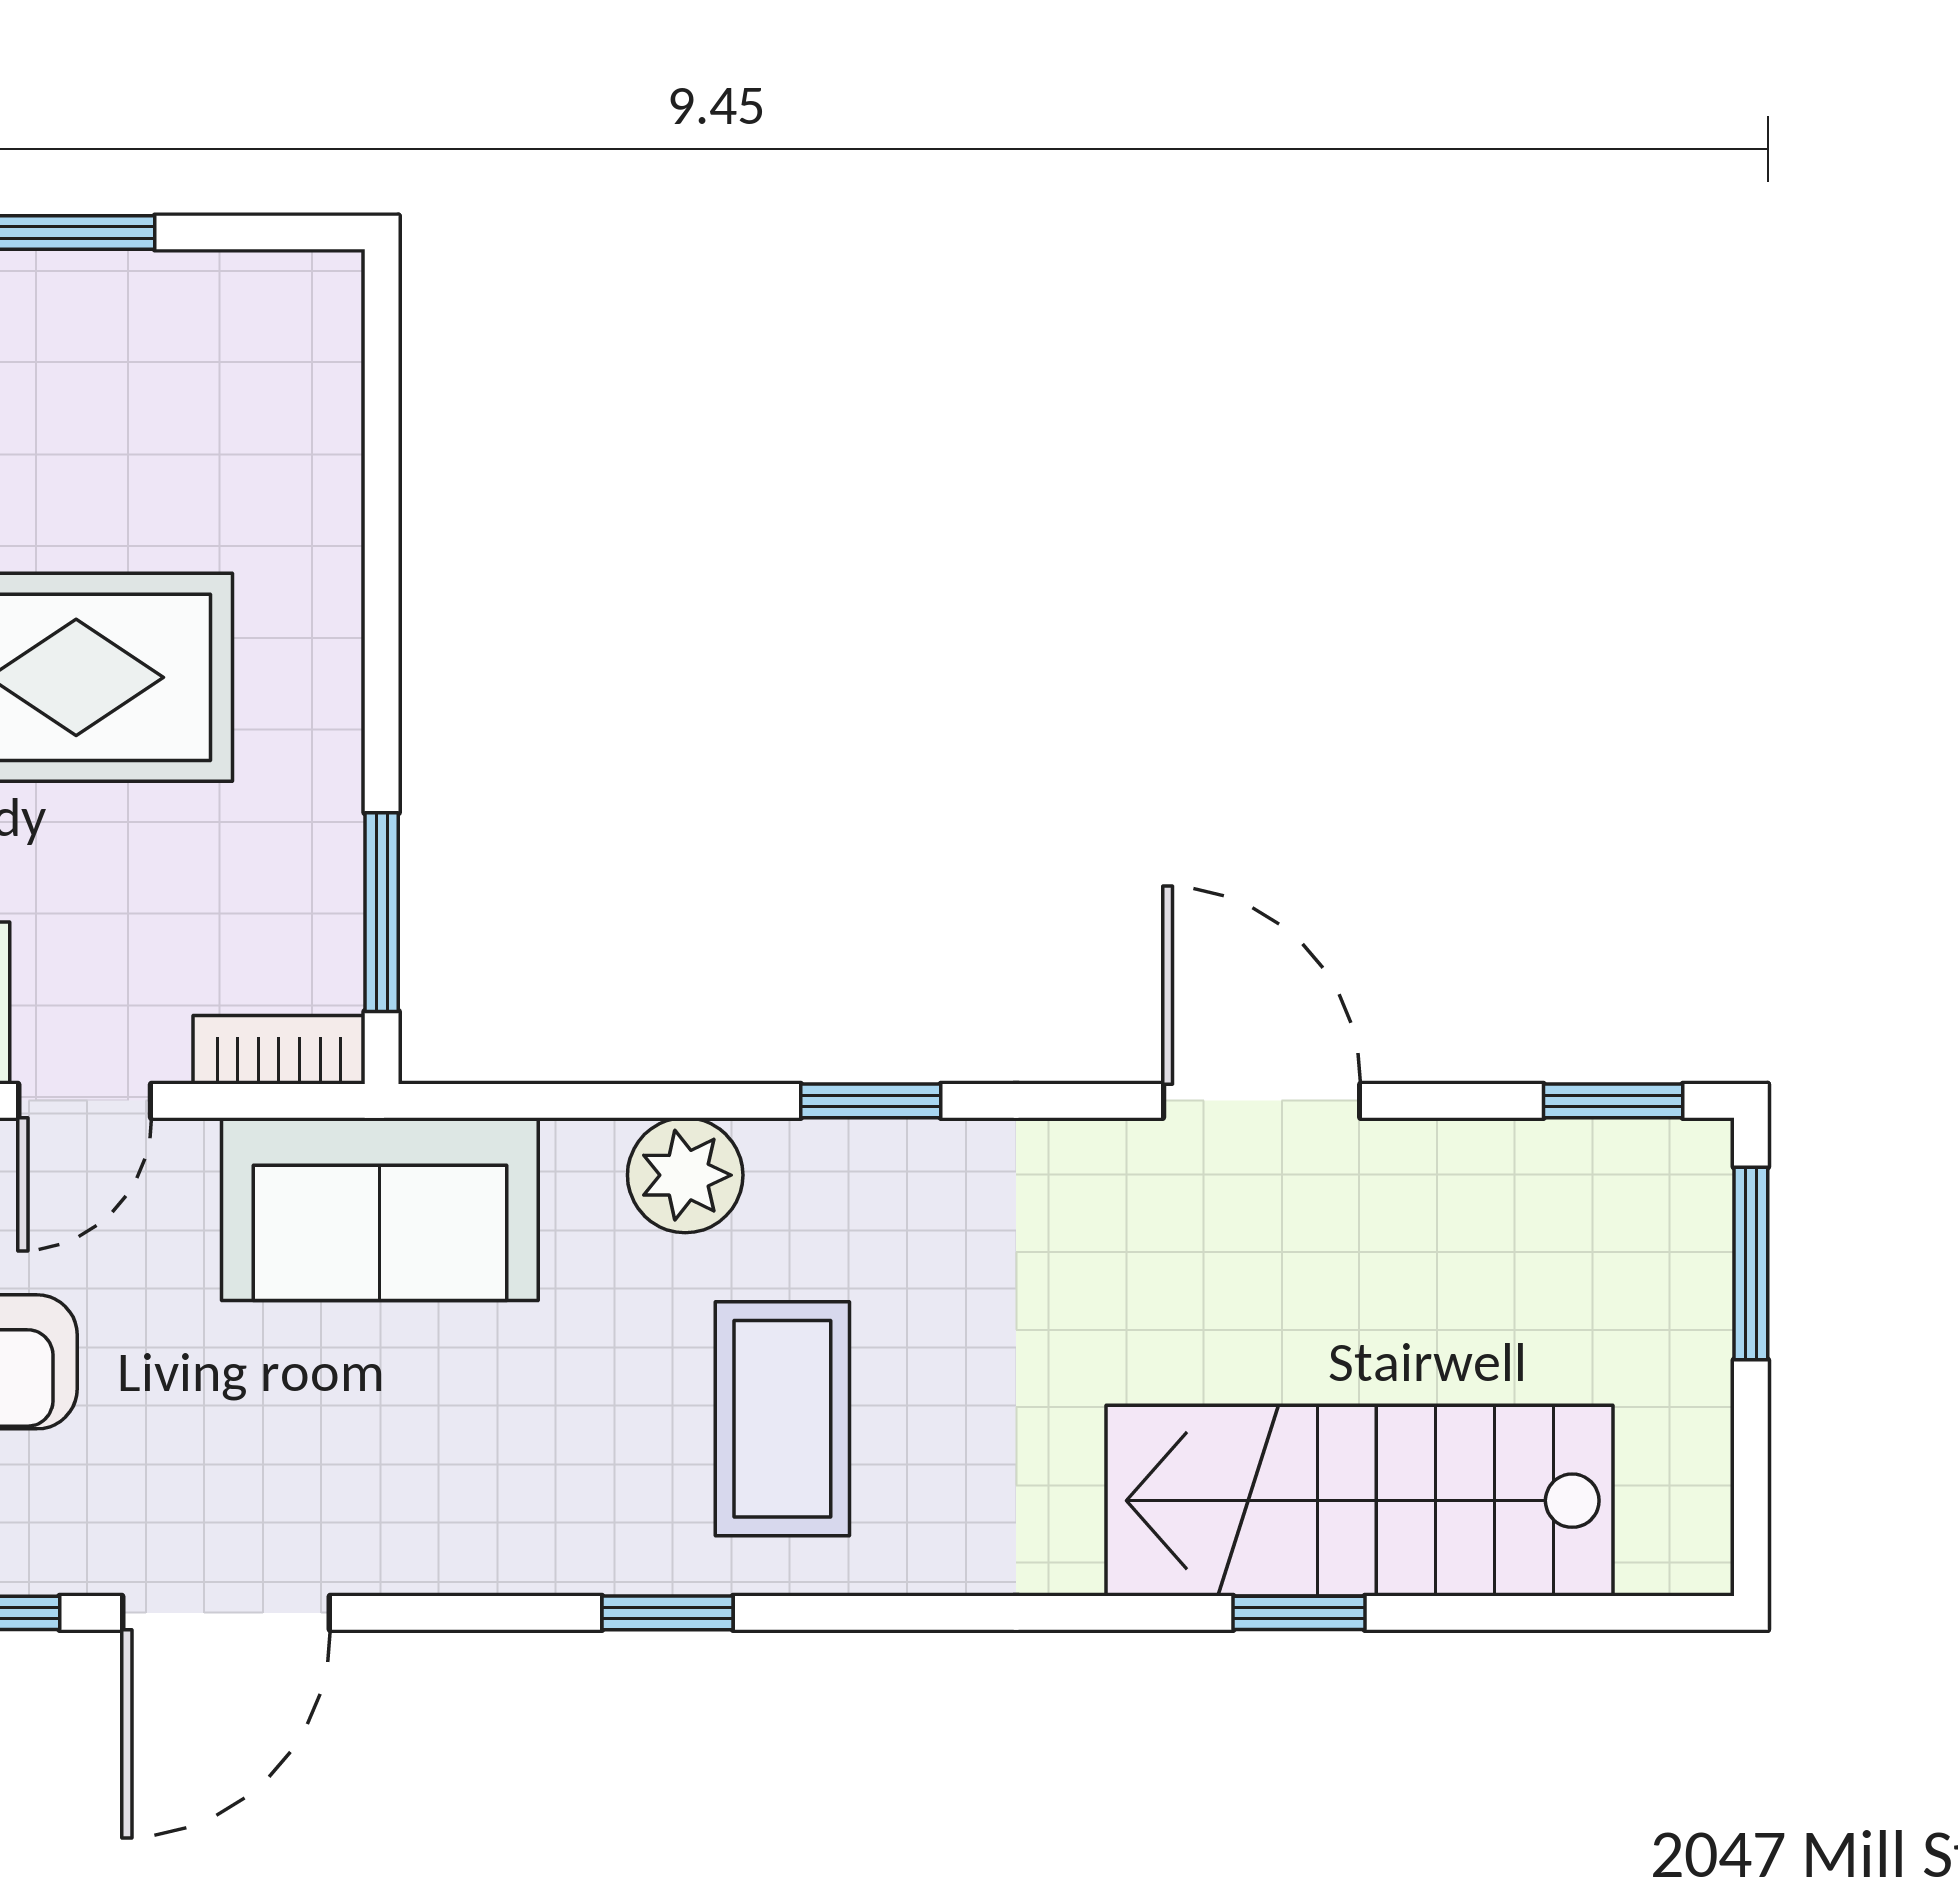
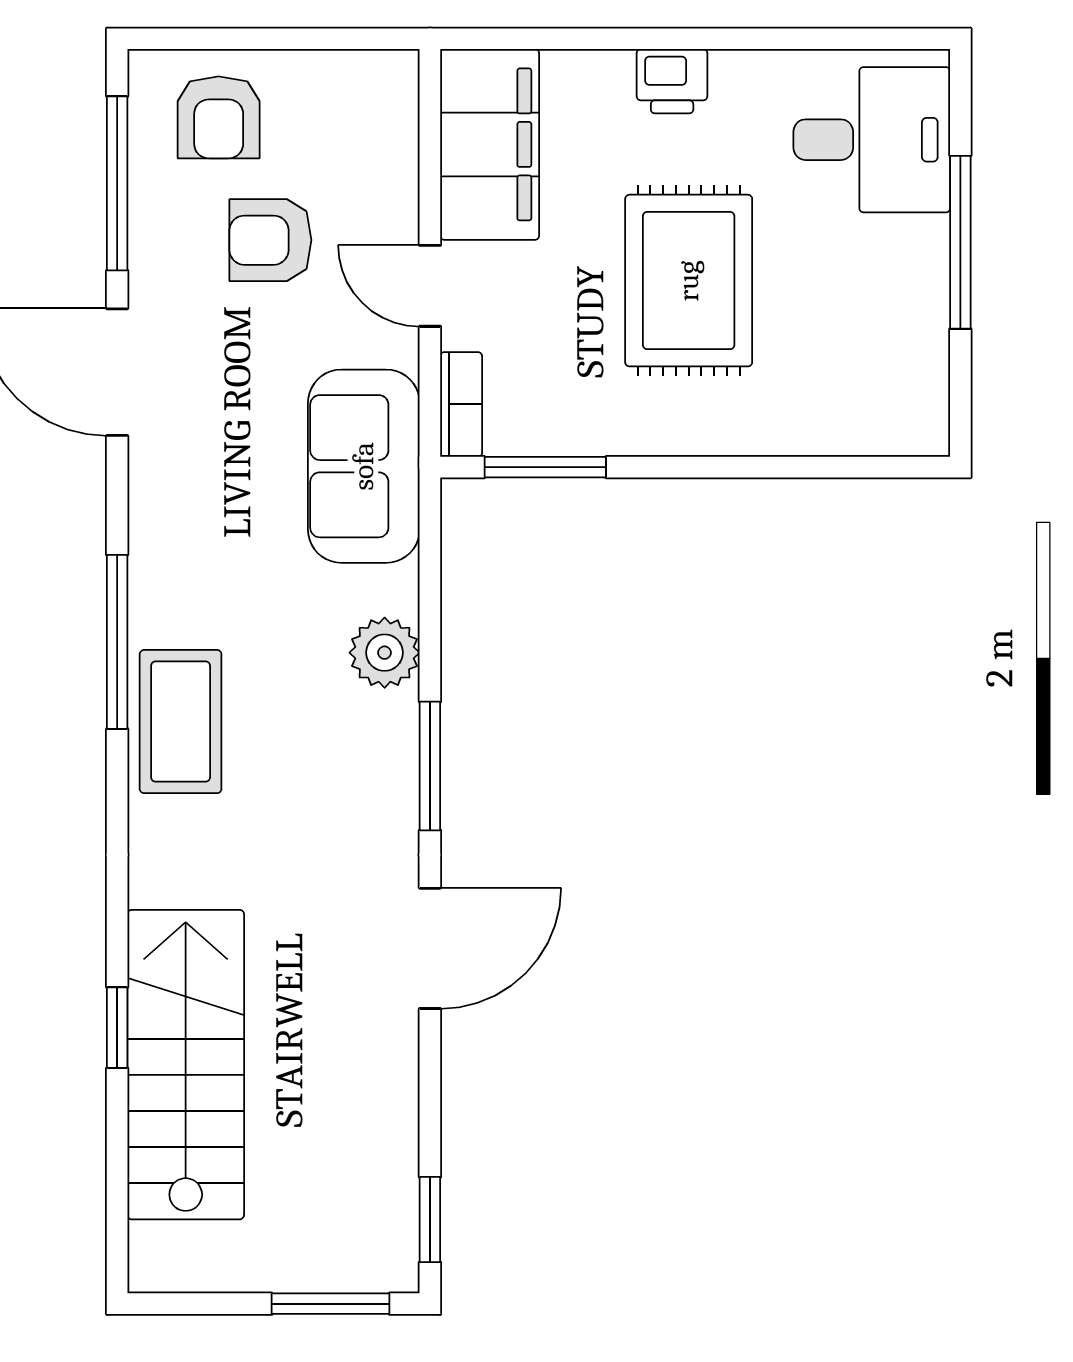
window: (871, 1101) -> (430, 766), width x1.50
door: (1262, 1101) -> (430, 948), moved
coffee table: (782, 1419) -> (181, 722), moved, turned 90
window: (668, 1613) -> (117, 642), width x2.17

